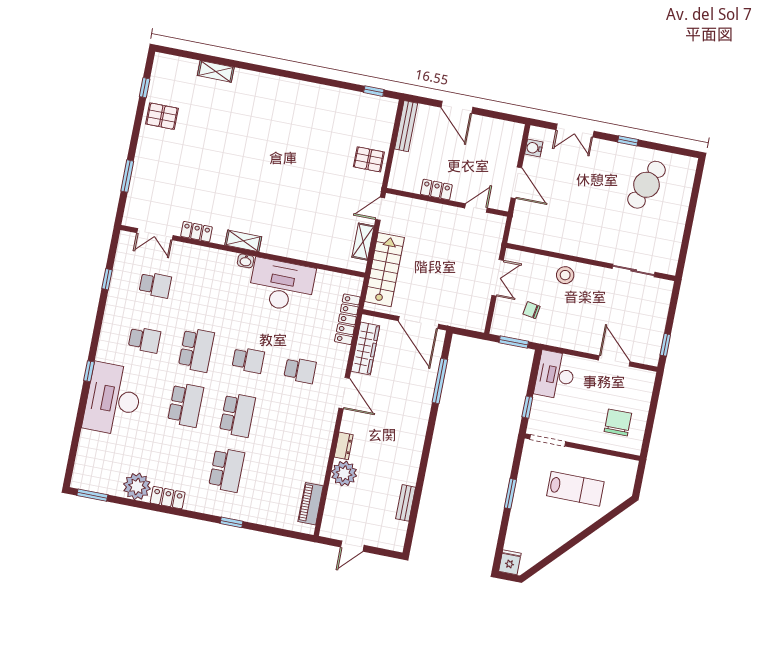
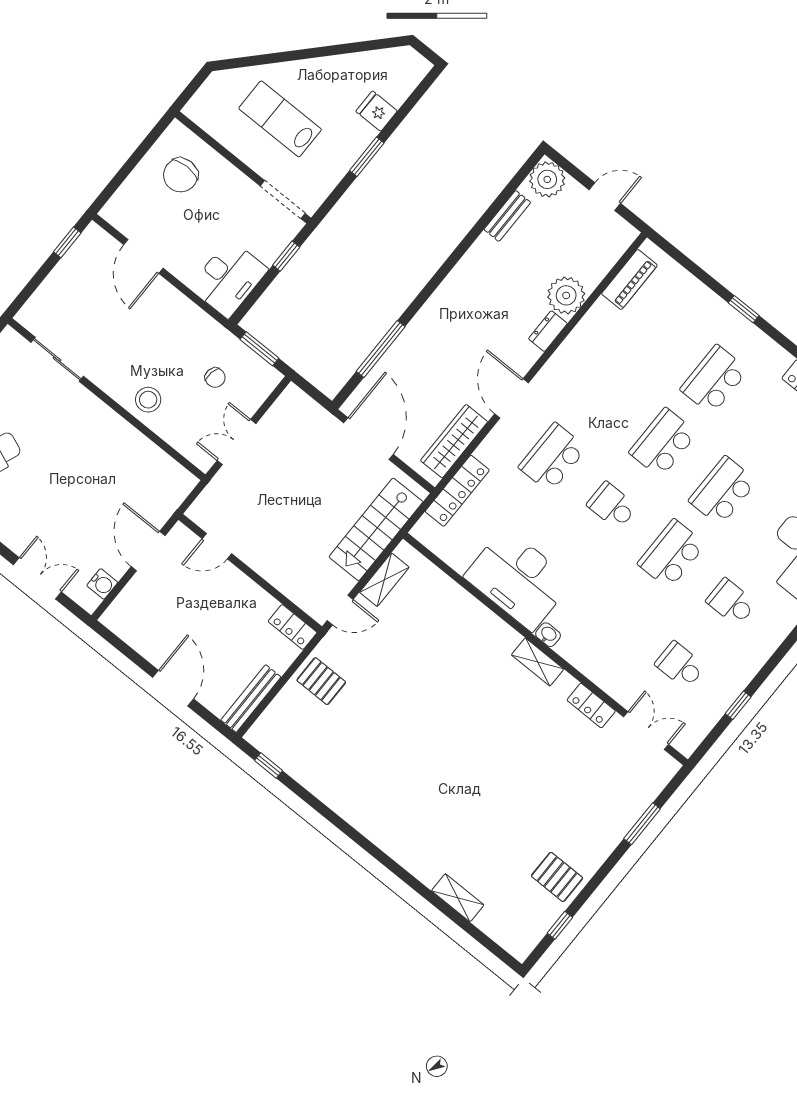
locker: (436, 190) -> (293, 627), moved
school desk: (300, 370) -> (552, 458), width x1.85
plant: (393, 538) -> (547, 179), added
fridge: (510, 562) -> (377, 111), moved, turned 90

